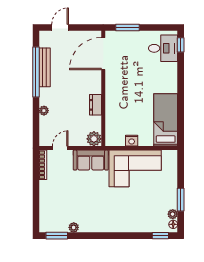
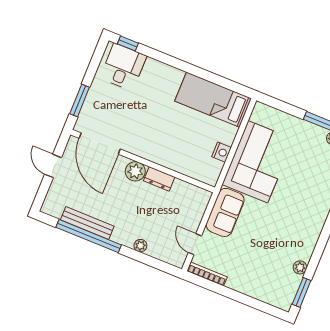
door: (60, 27) -> (53, 166), moved
plant: (94, 139) -> (135, 171), moved

